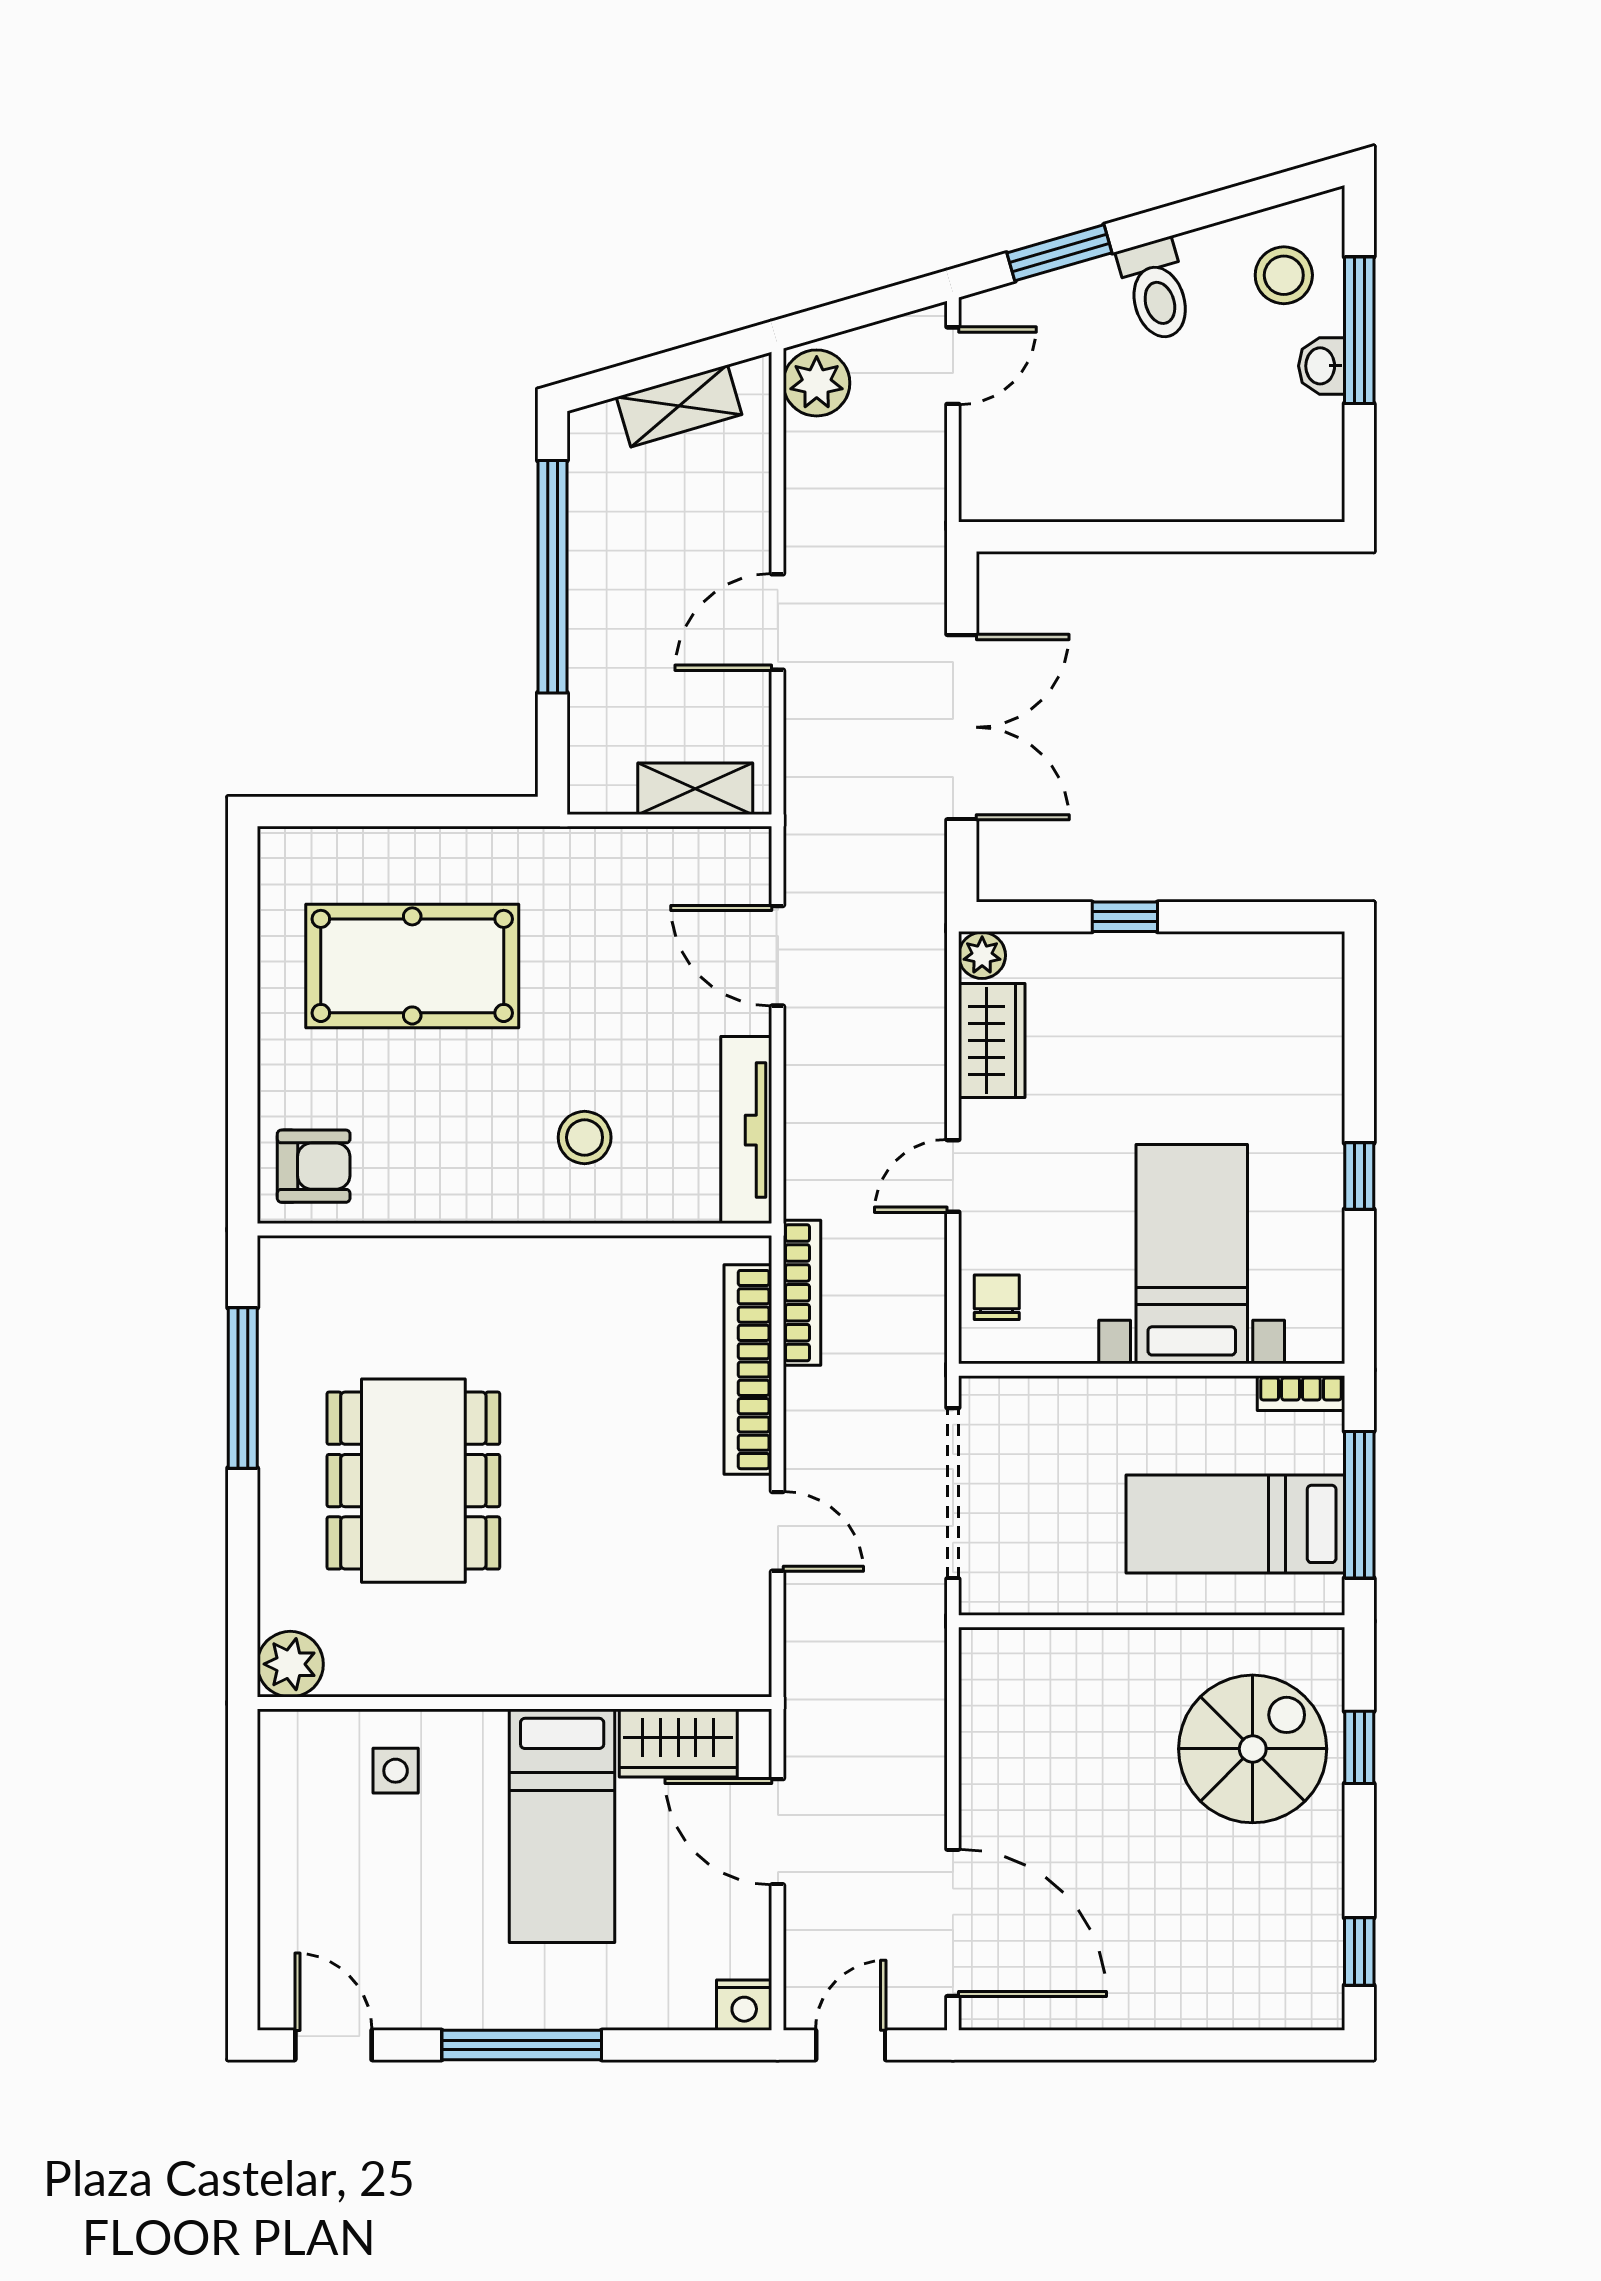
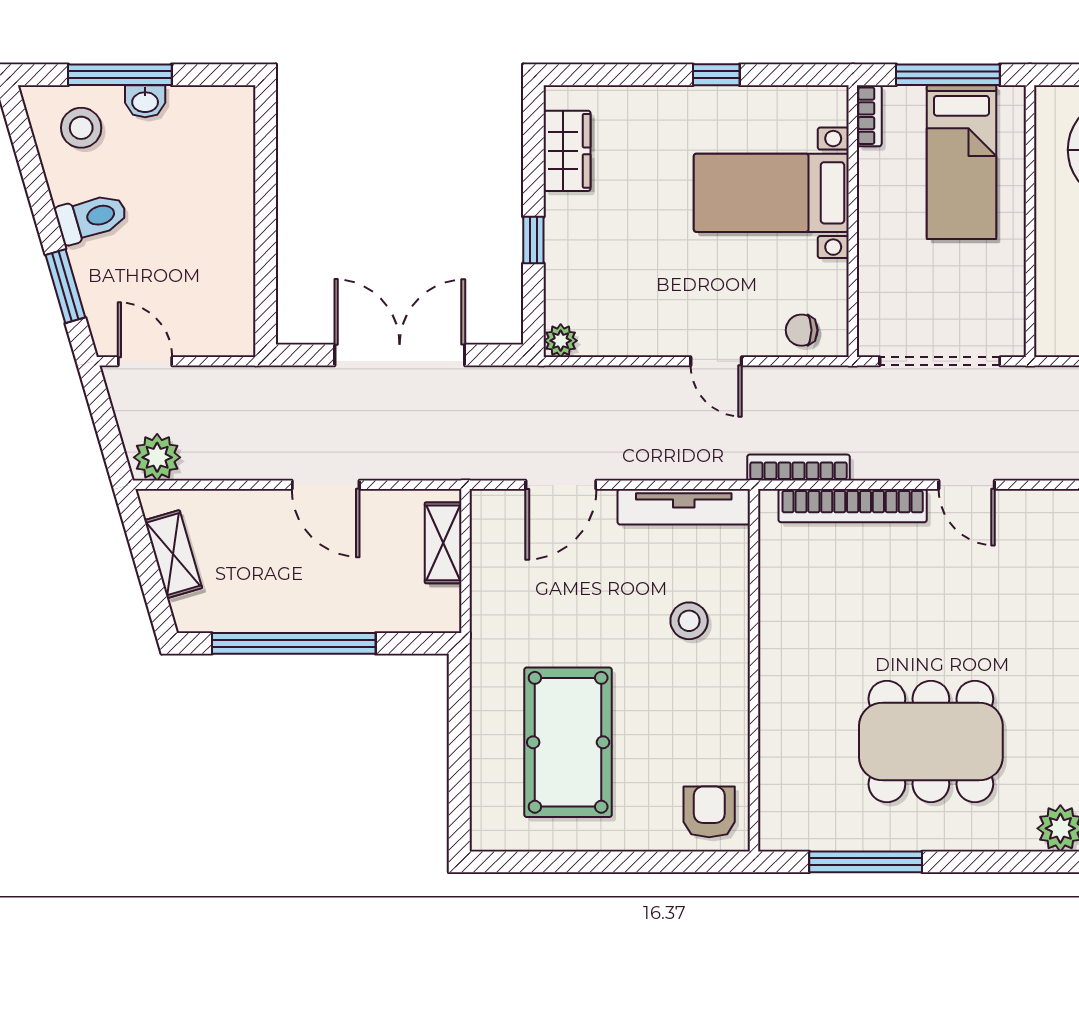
wardrobe: (992, 1040) -> (567, 151), moved, turned 90
door: (778, 1531) -> (967, 485), swing flipped

